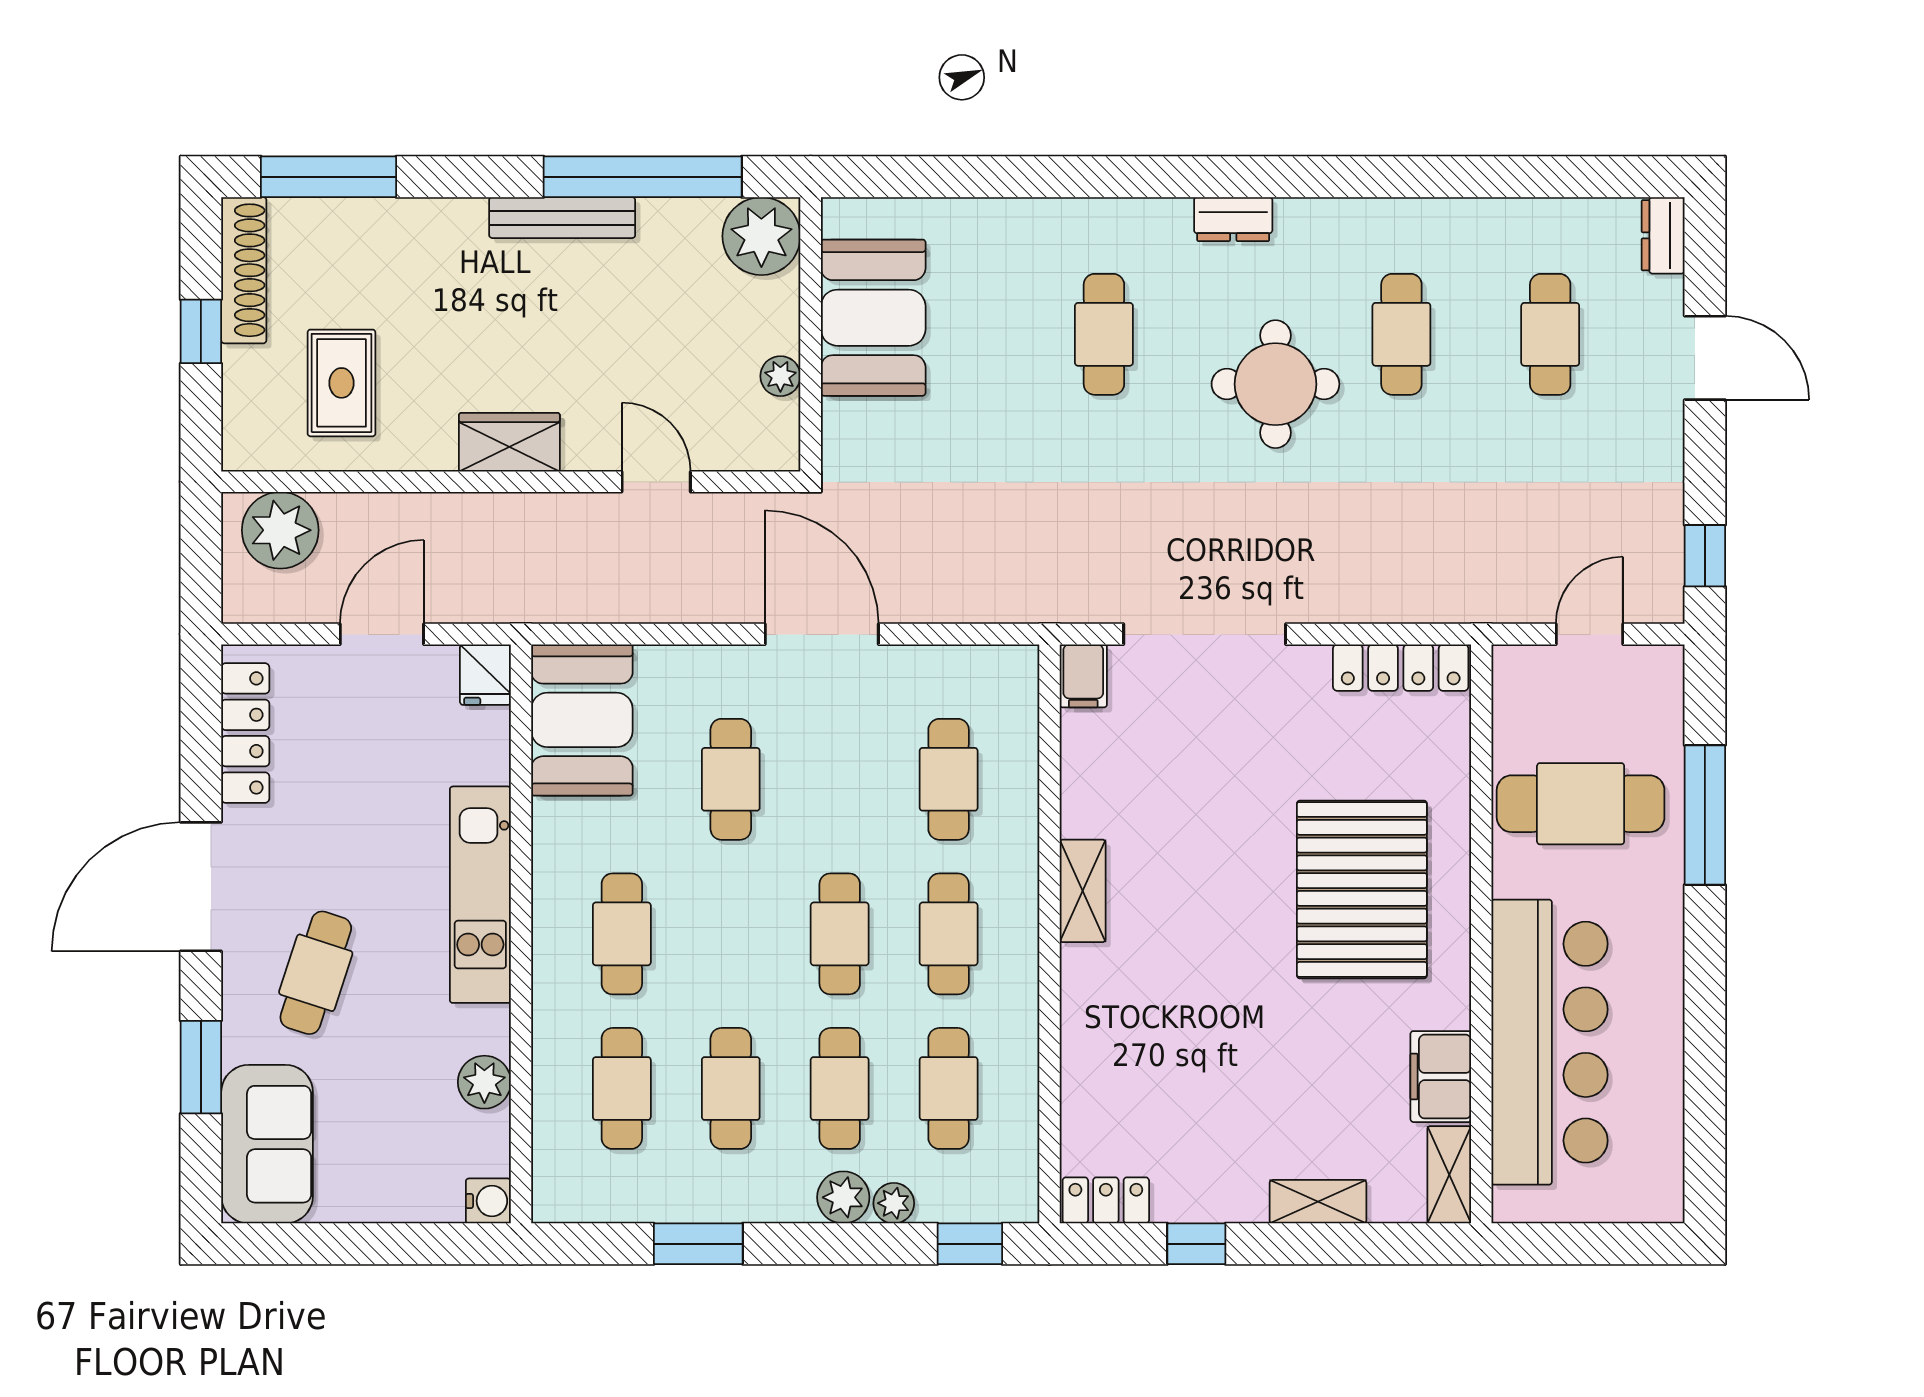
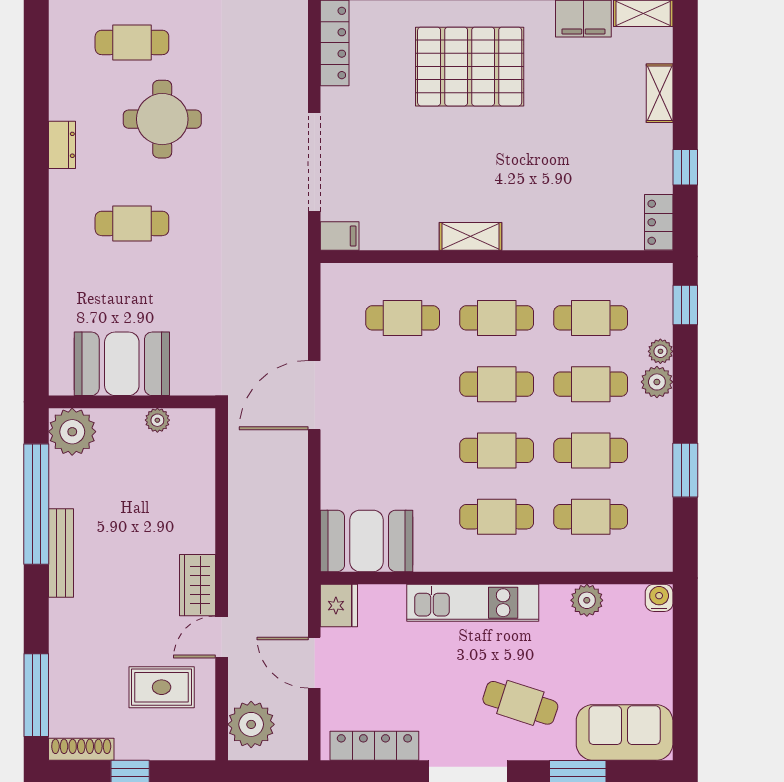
shoe rack: (244, 270) -> (81, 749), width x0.74, depth x0.81
door: (656, 482) -> (222, 637), moved
fridge: (485, 675) -> (339, 606), width x1.38
cafe table: (731, 779) -> (497, 450), moved

